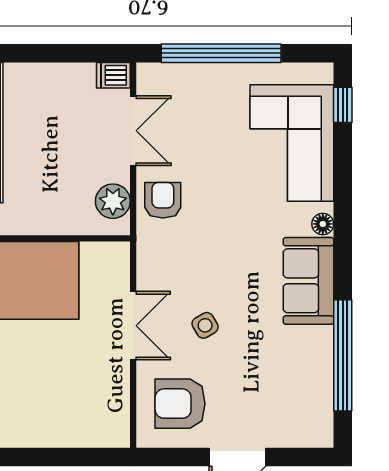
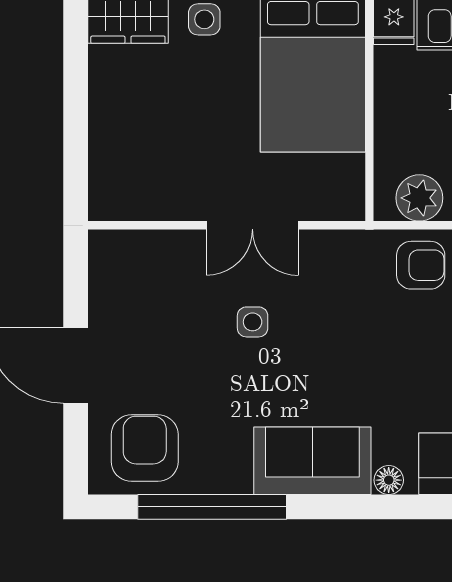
side table: (205, 325) -> (253, 322), turned 30
armchair: (180, 404) -> (145, 448), moved

